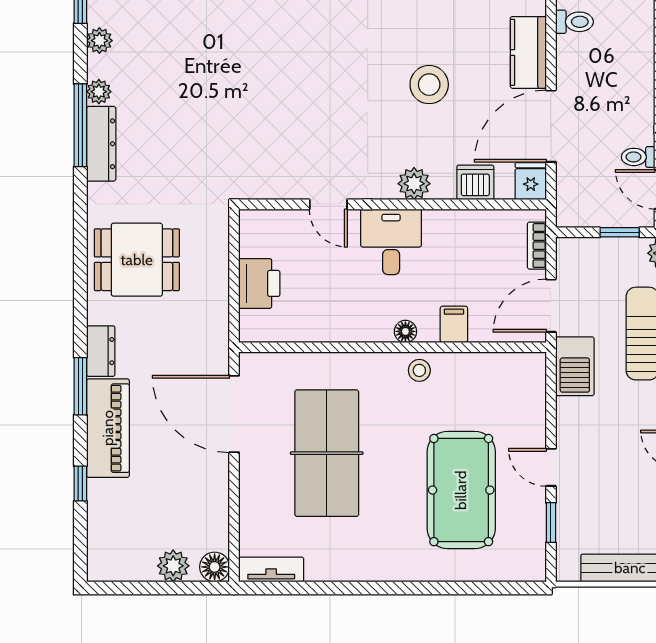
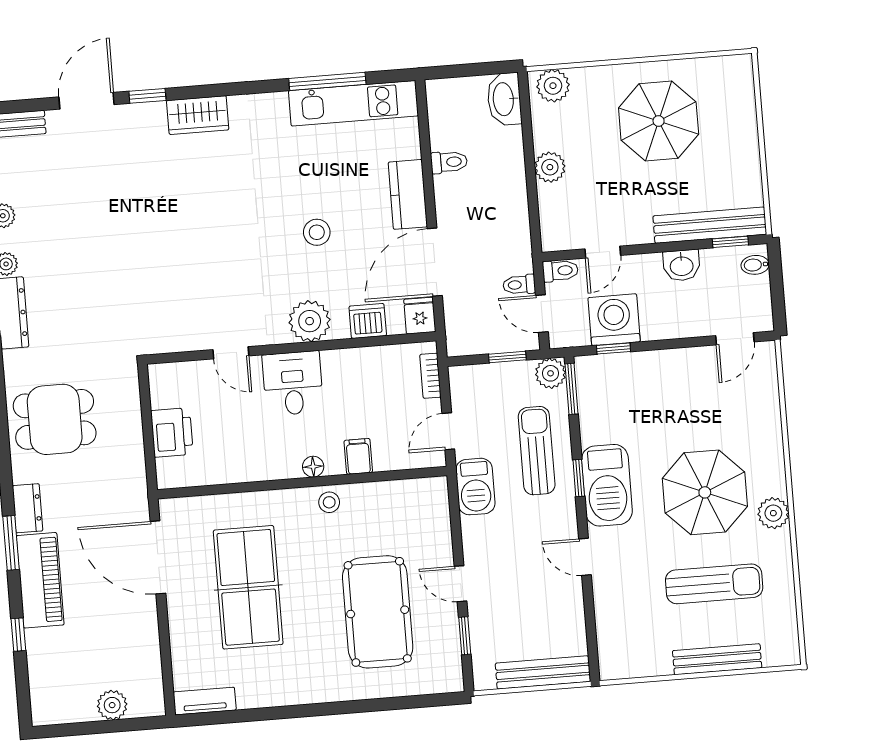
stool: (429, 85) -> (317, 232), width x0.73, depth x0.73
plant: (414, 184) -> (310, 321), width x1.36, depth x1.36
door: (551, 306) -> (448, 431), width x0.73
floor lamp: (215, 567) -> (151, 703), removed

